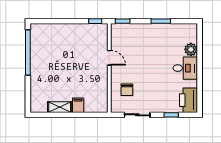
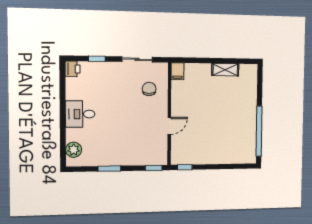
plant: (191, 49) -> (74, 150), moved
door: (109, 58) -> (169, 126), swing flipped
printer: (188, 100) -> (72, 69), width x0.53, depth x0.68
filing cabinet: (78, 105) -> (177, 71), moved

